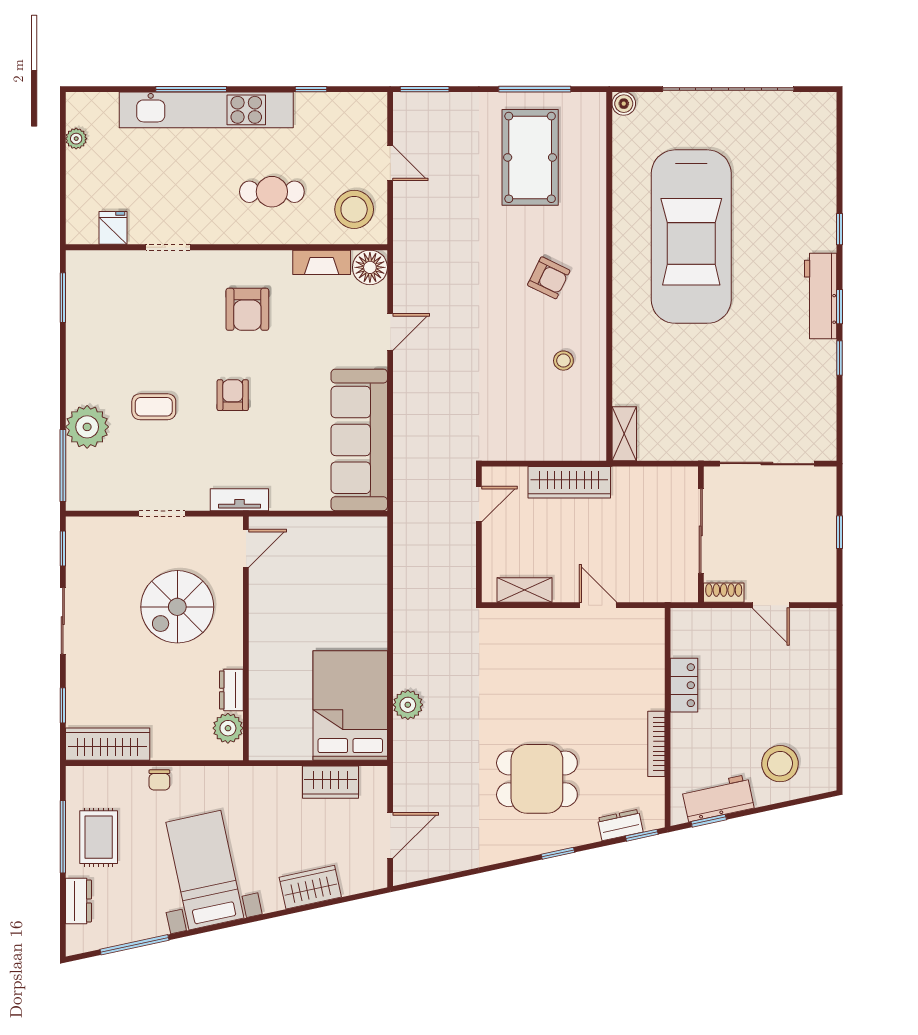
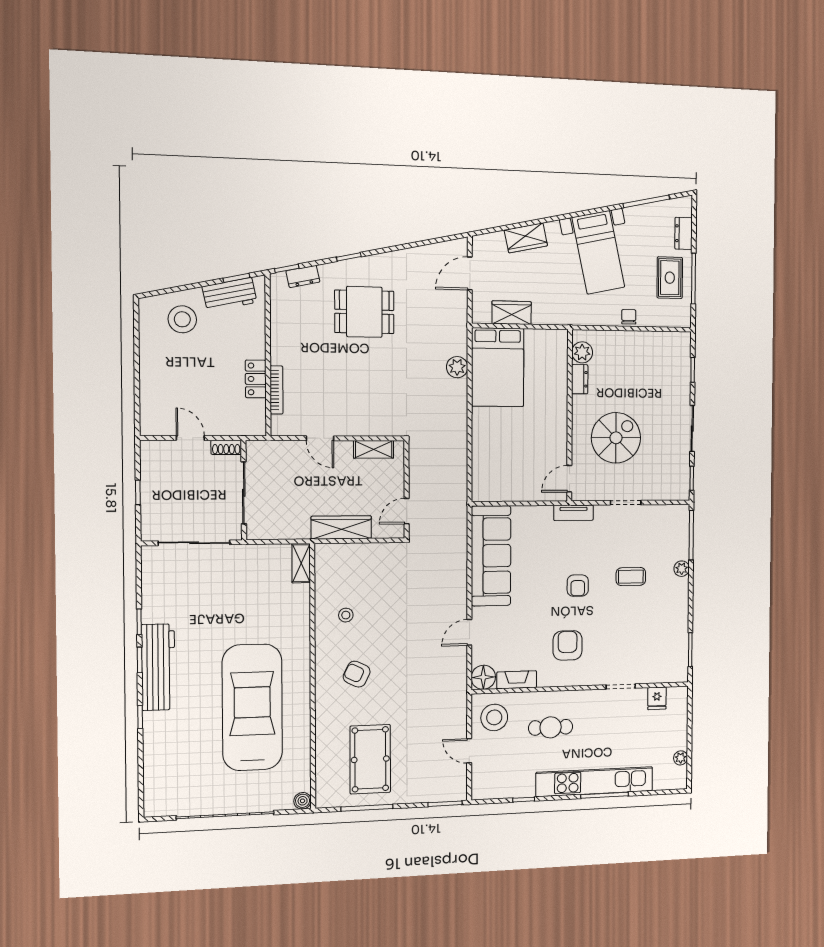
workbench: (821, 296) -> (158, 667), width x1.36, depth x1.32
plant: (87, 427) -> (682, 569), width x0.53, depth x0.53
wardrobe: (108, 744) -> (663, 342), removed
bookcase: (656, 744) -> (276, 390), moved

